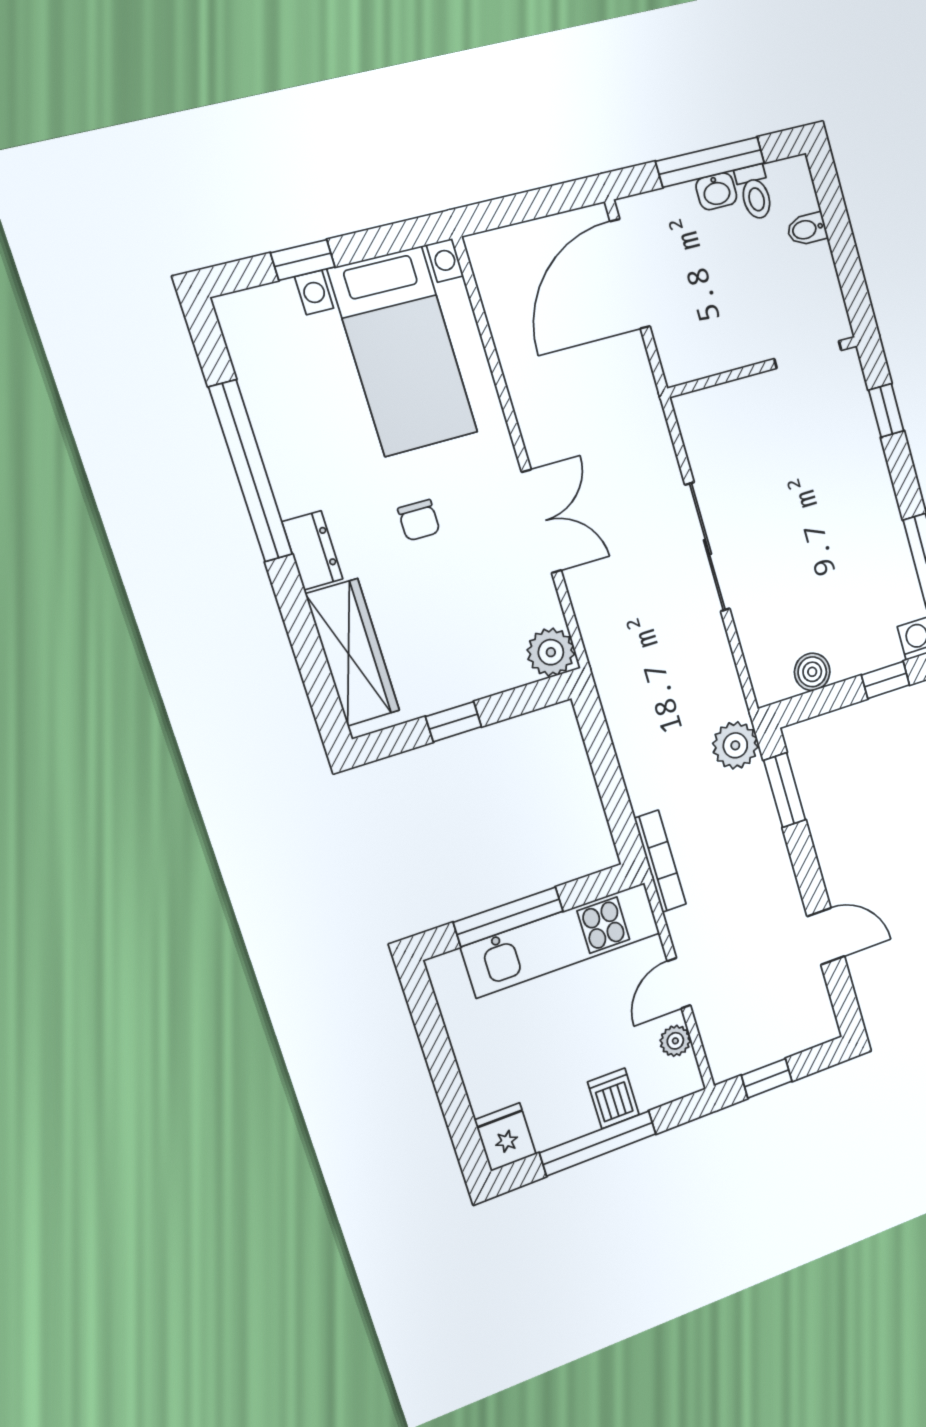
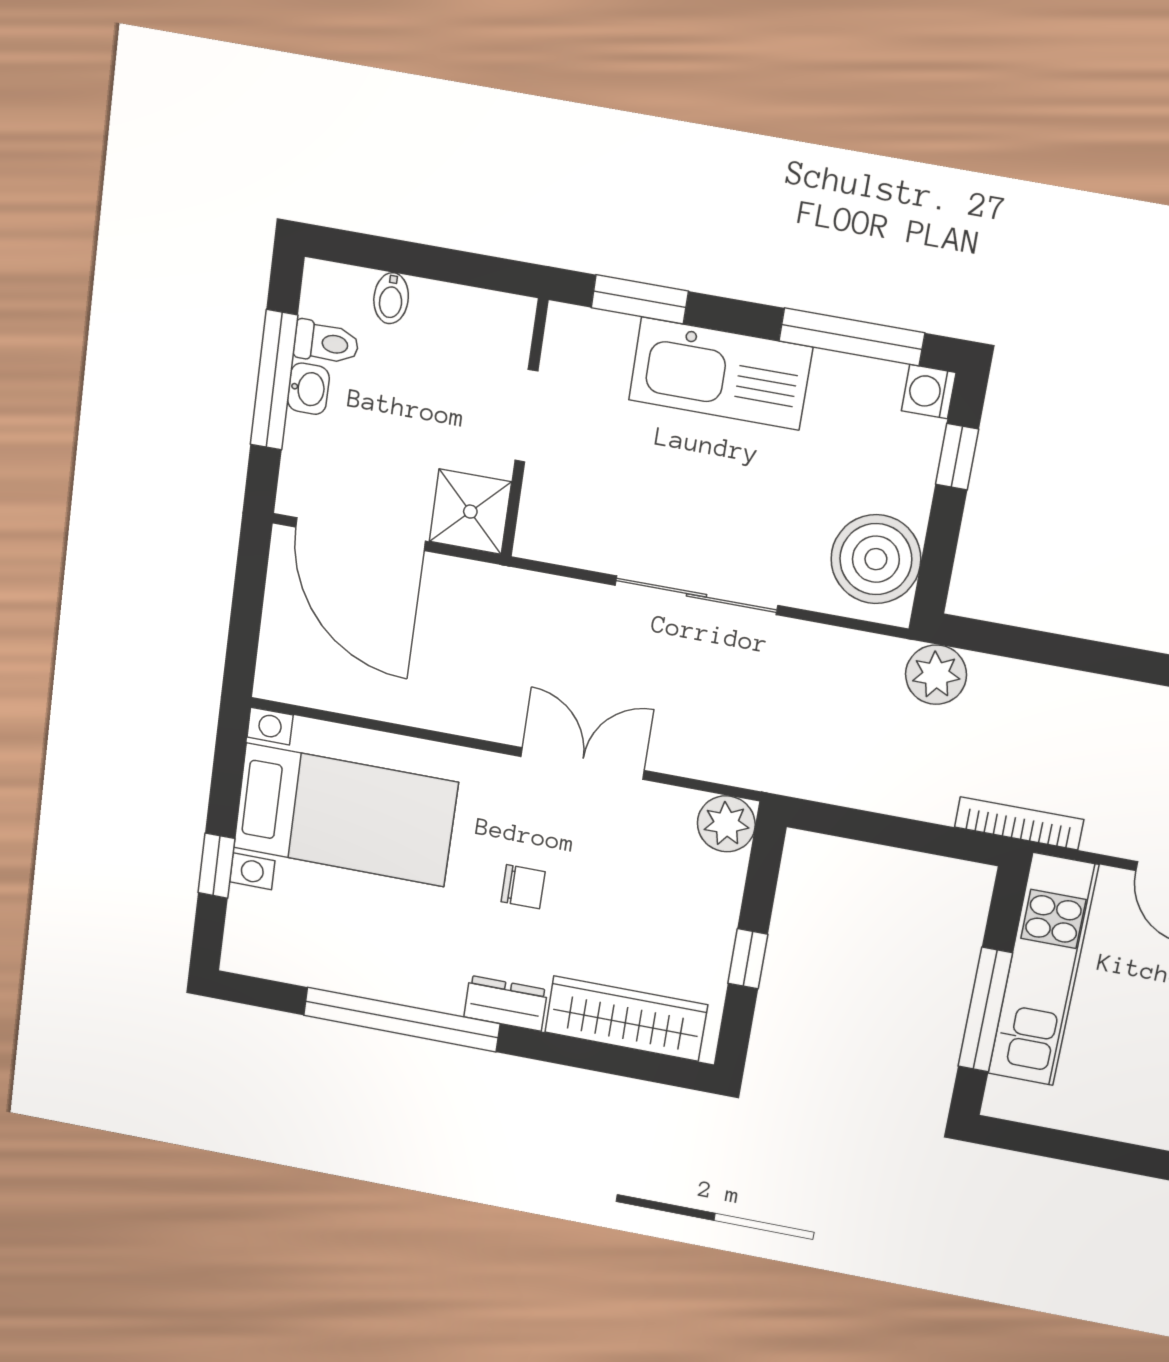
shower: (687, 352) -> (470, 512), added
doorway: (808, 355) -> (526, 416), moved
window: (886, 410) -> (640, 299), width x1.50
kitchen sink: (864, 490) -> (720, 374), added
boiler: (812, 672) -> (876, 559), width x1.86, depth x1.86
window: (785, 790) -> (1019, 643), removed

